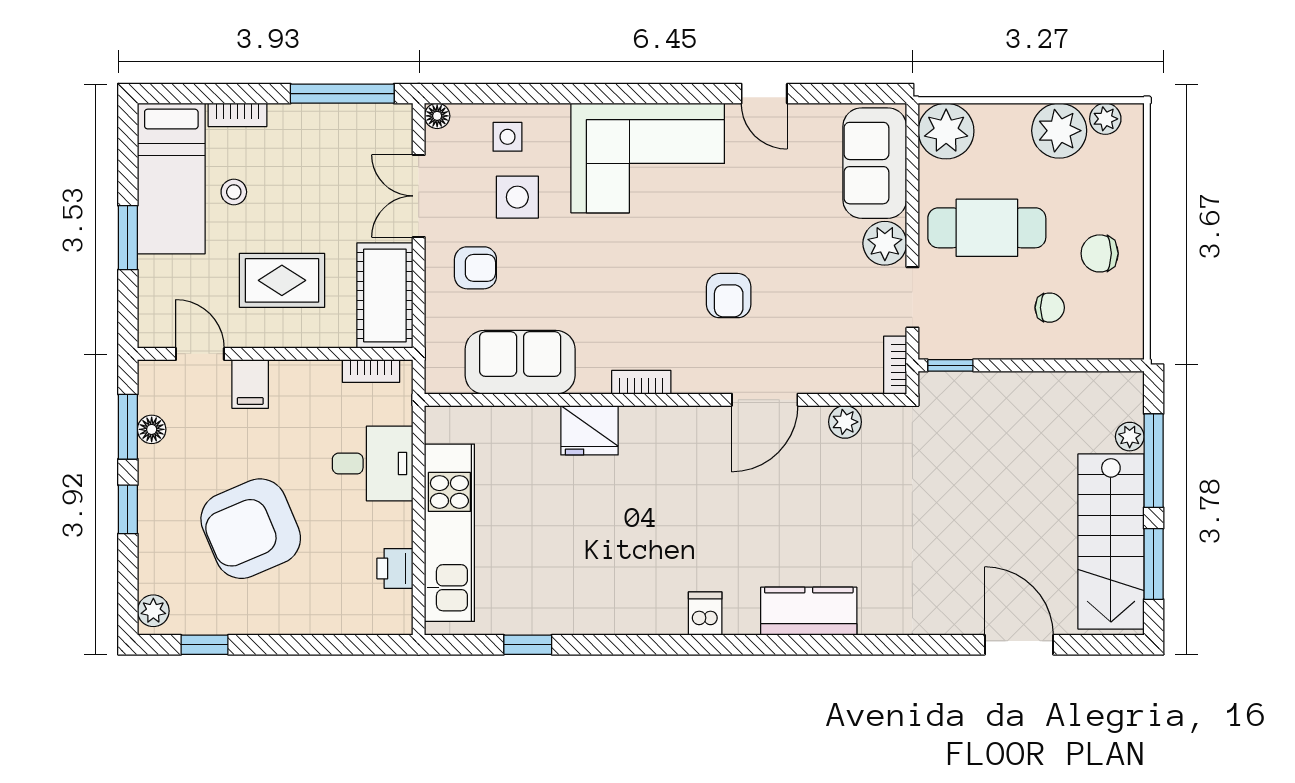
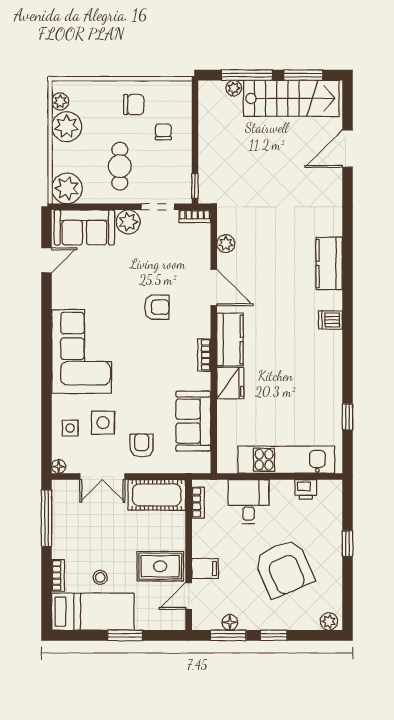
door: (764, 94) -> (46, 260), moved
cafe table: (987, 228) -> (120, 166), width x0.73, depth x0.74
chair: (1100, 253) -> (134, 105), turned -90
rug: (282, 280) -> (160, 566), moved, turned 90
kitchen counter: (670, 430) -> (230, 339), added
window: (205, 645) -> (348, 544), moved

